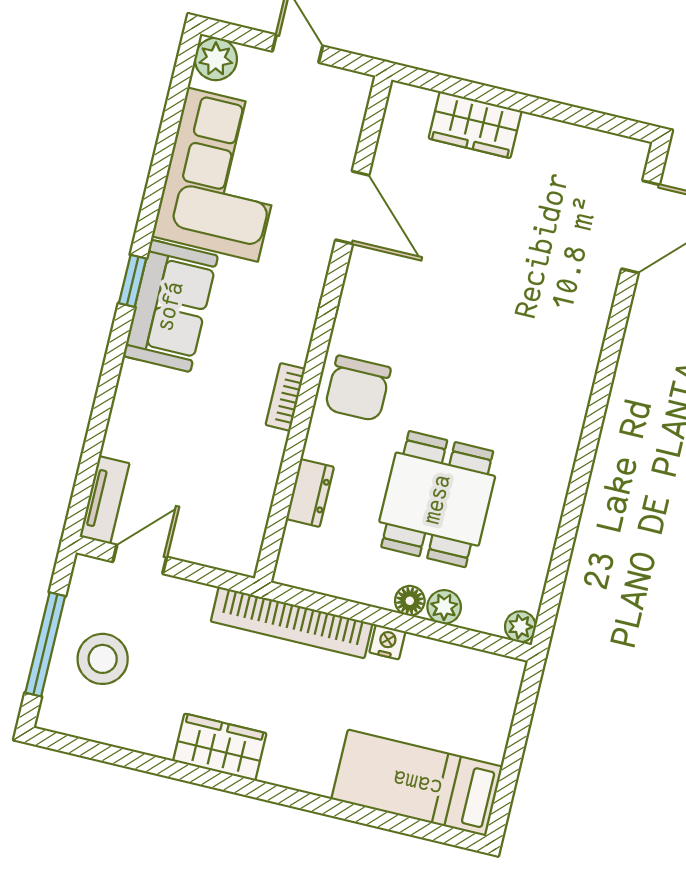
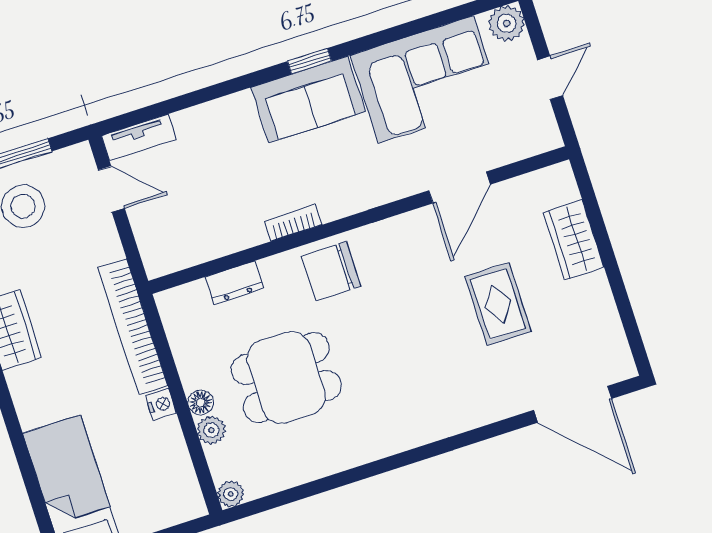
rug: (493, 240) -> (498, 304), added

